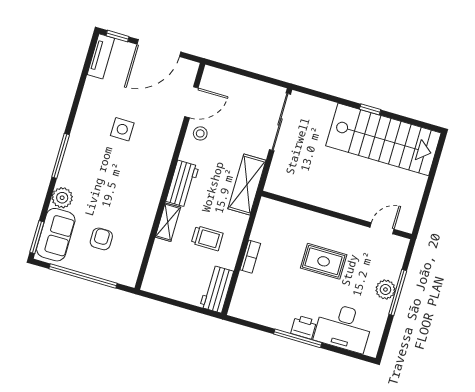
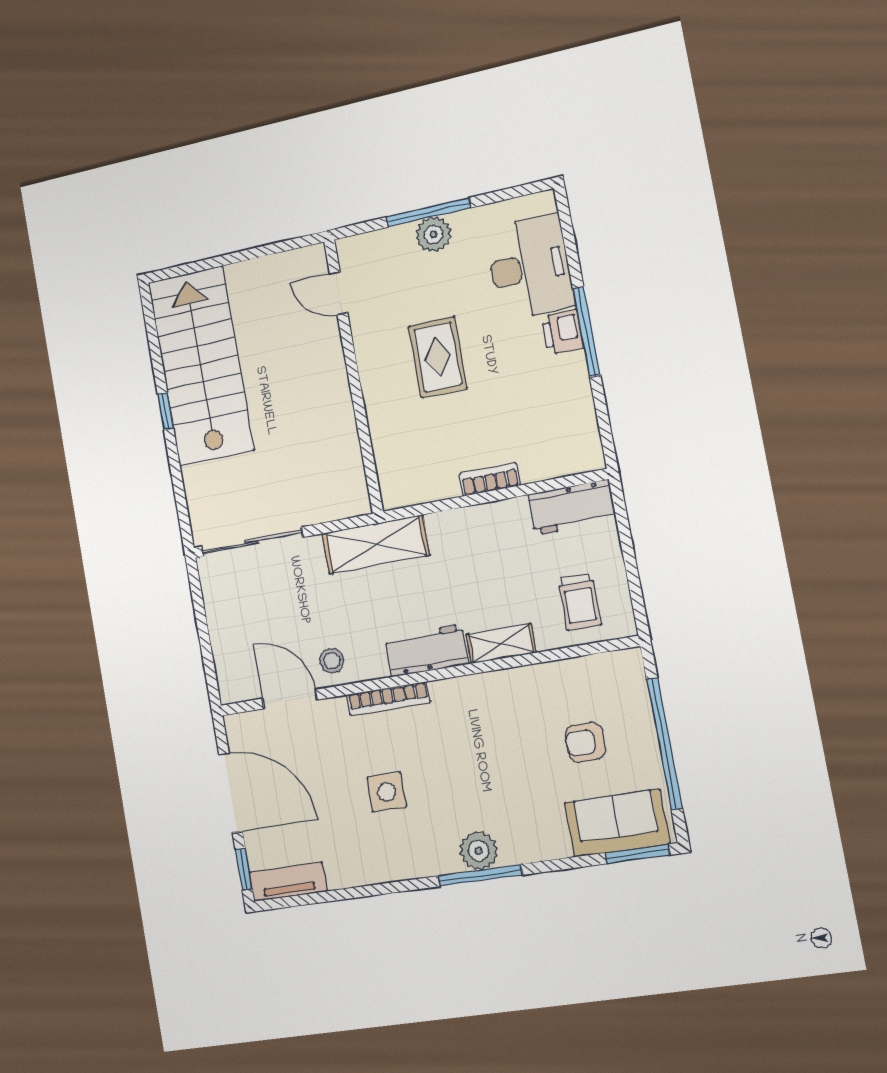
bookcase: (168, 153) -> (388, 699), added
plant: (62, 198) -> (479, 851), moved
trolley: (207, 238) -> (580, 602), moved, turned 180

